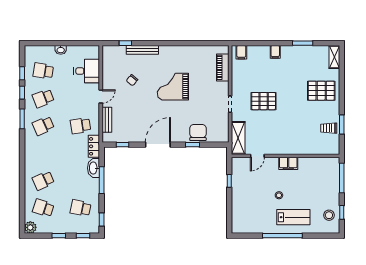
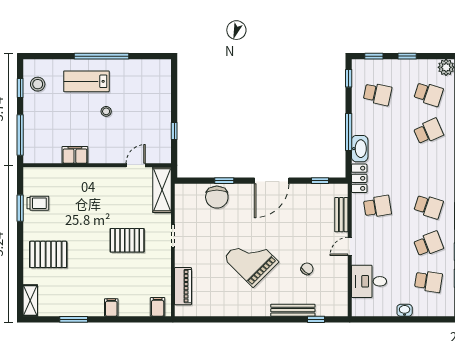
grand piano: (173, 87) -> (251, 260), turned -135
school desk: (43, 126) -> (428, 206), turned 42
filing cabinet: (288, 163) -> (75, 155), moved

